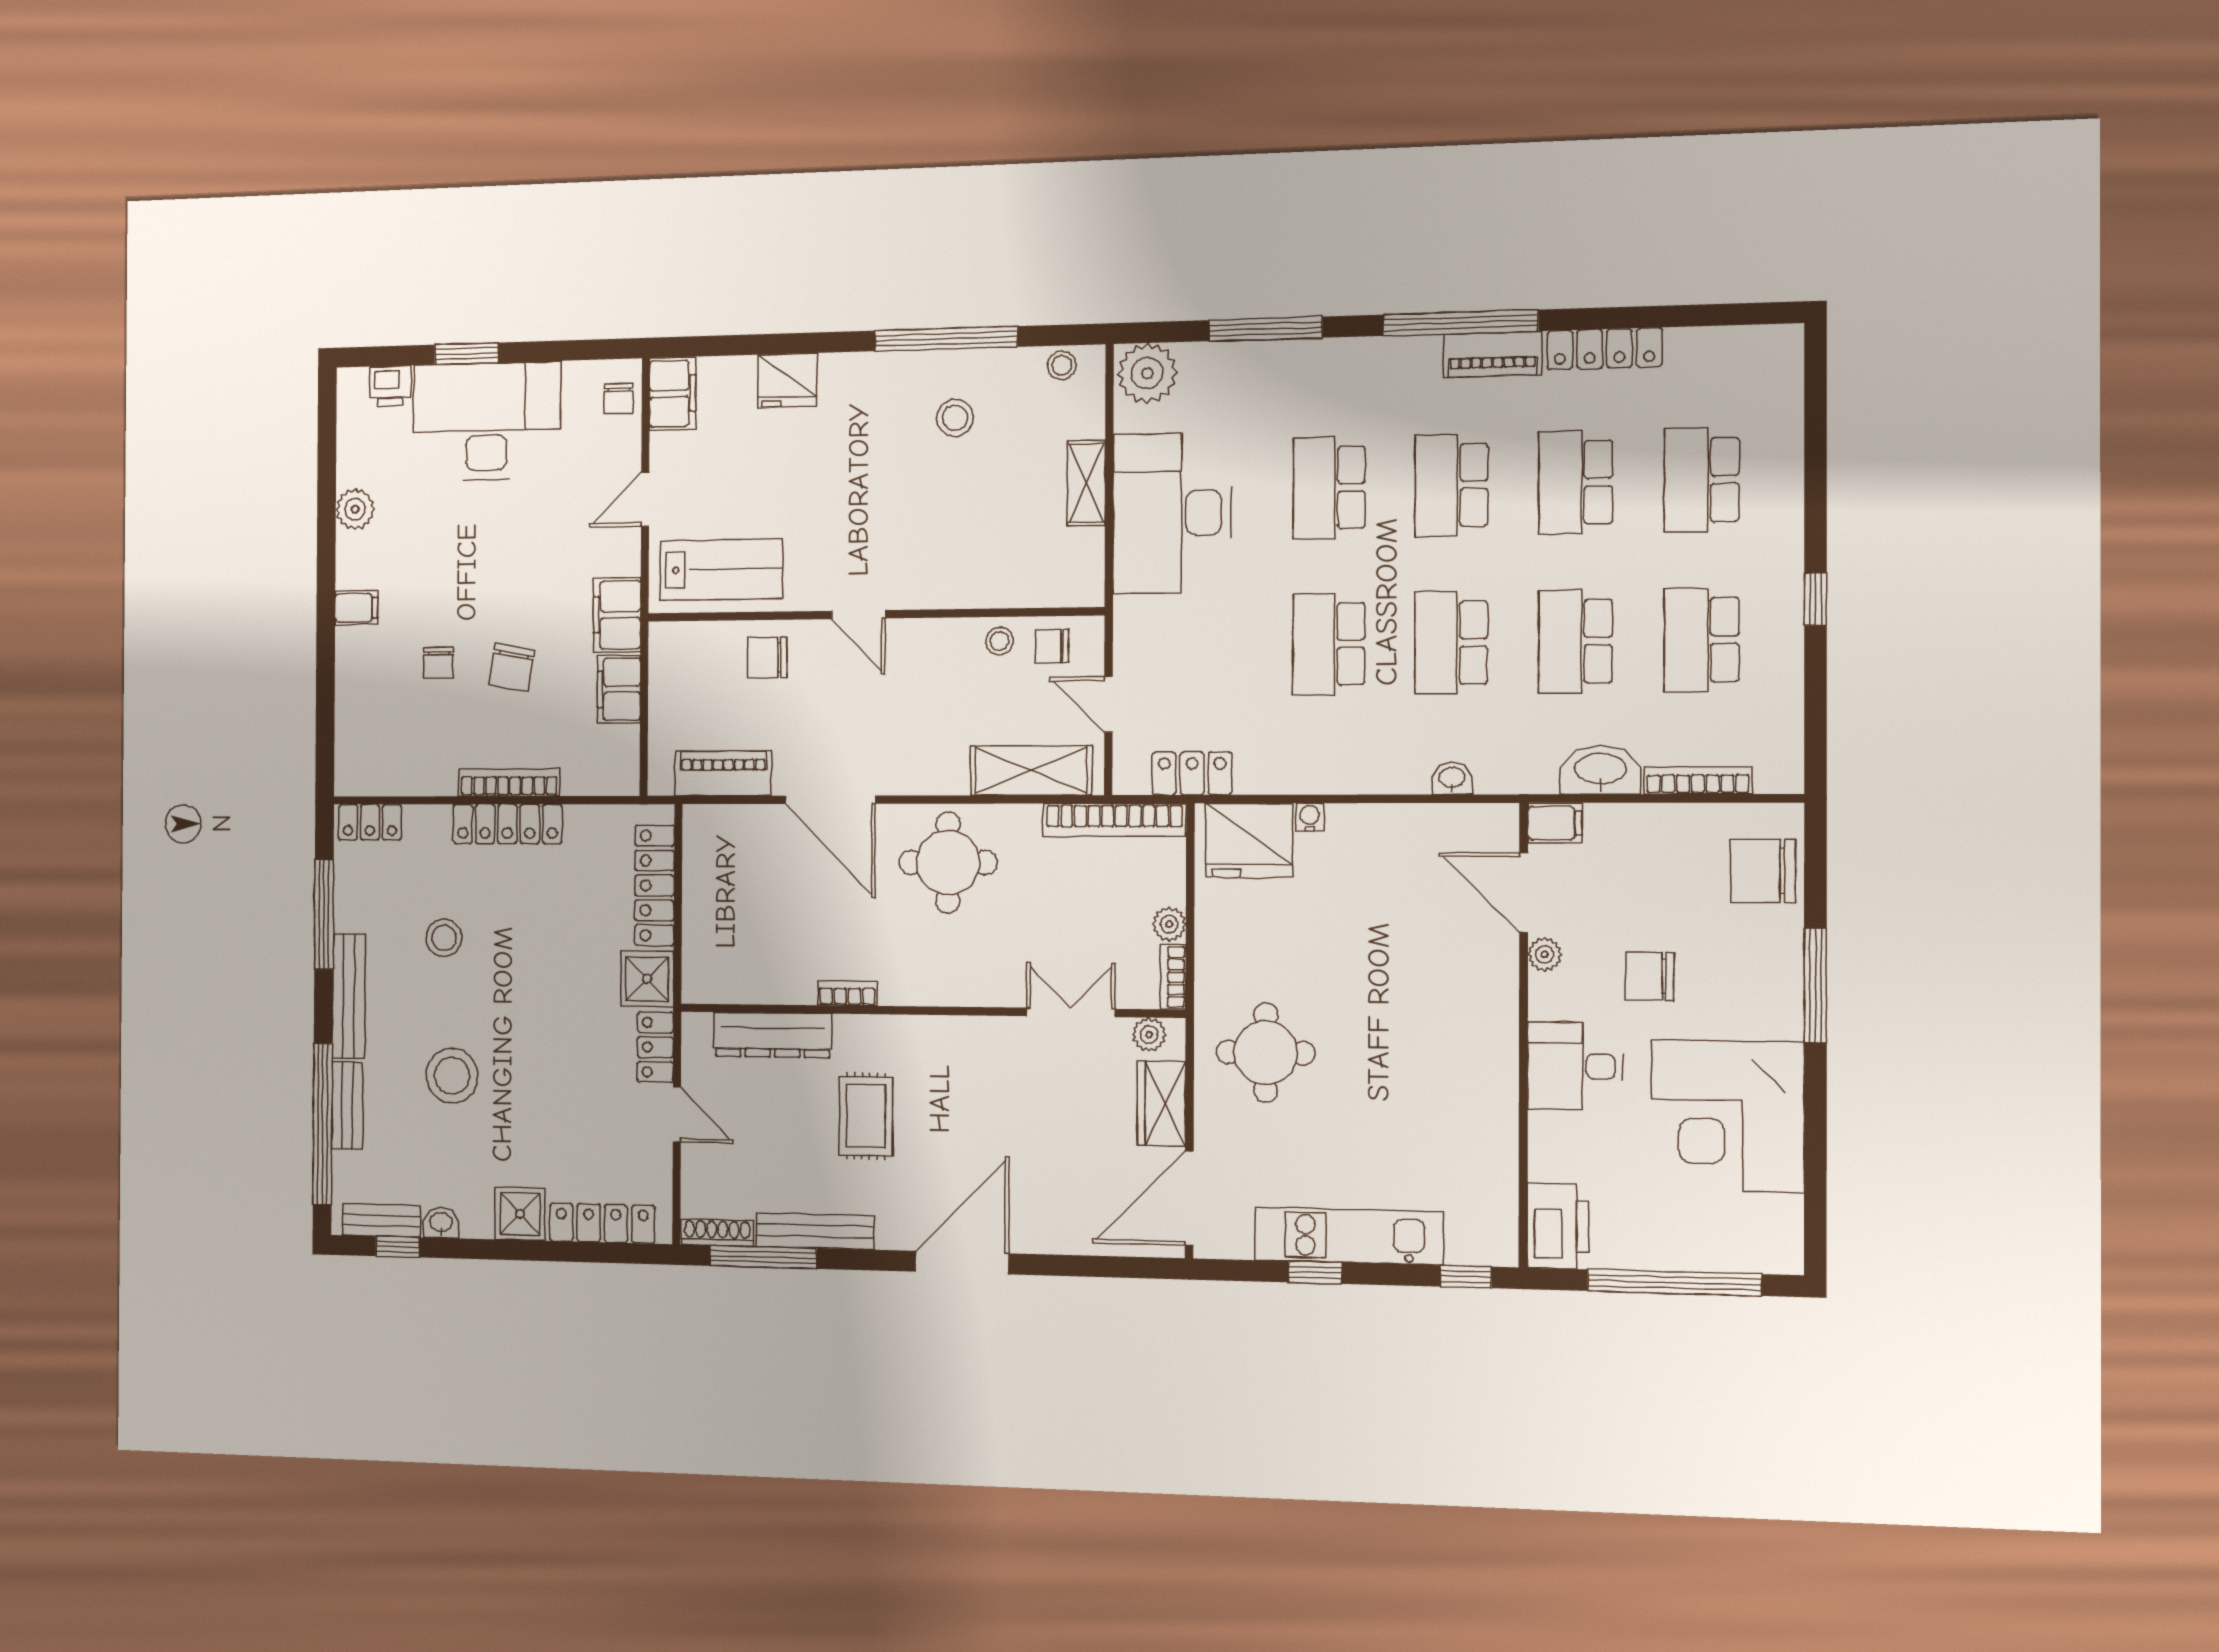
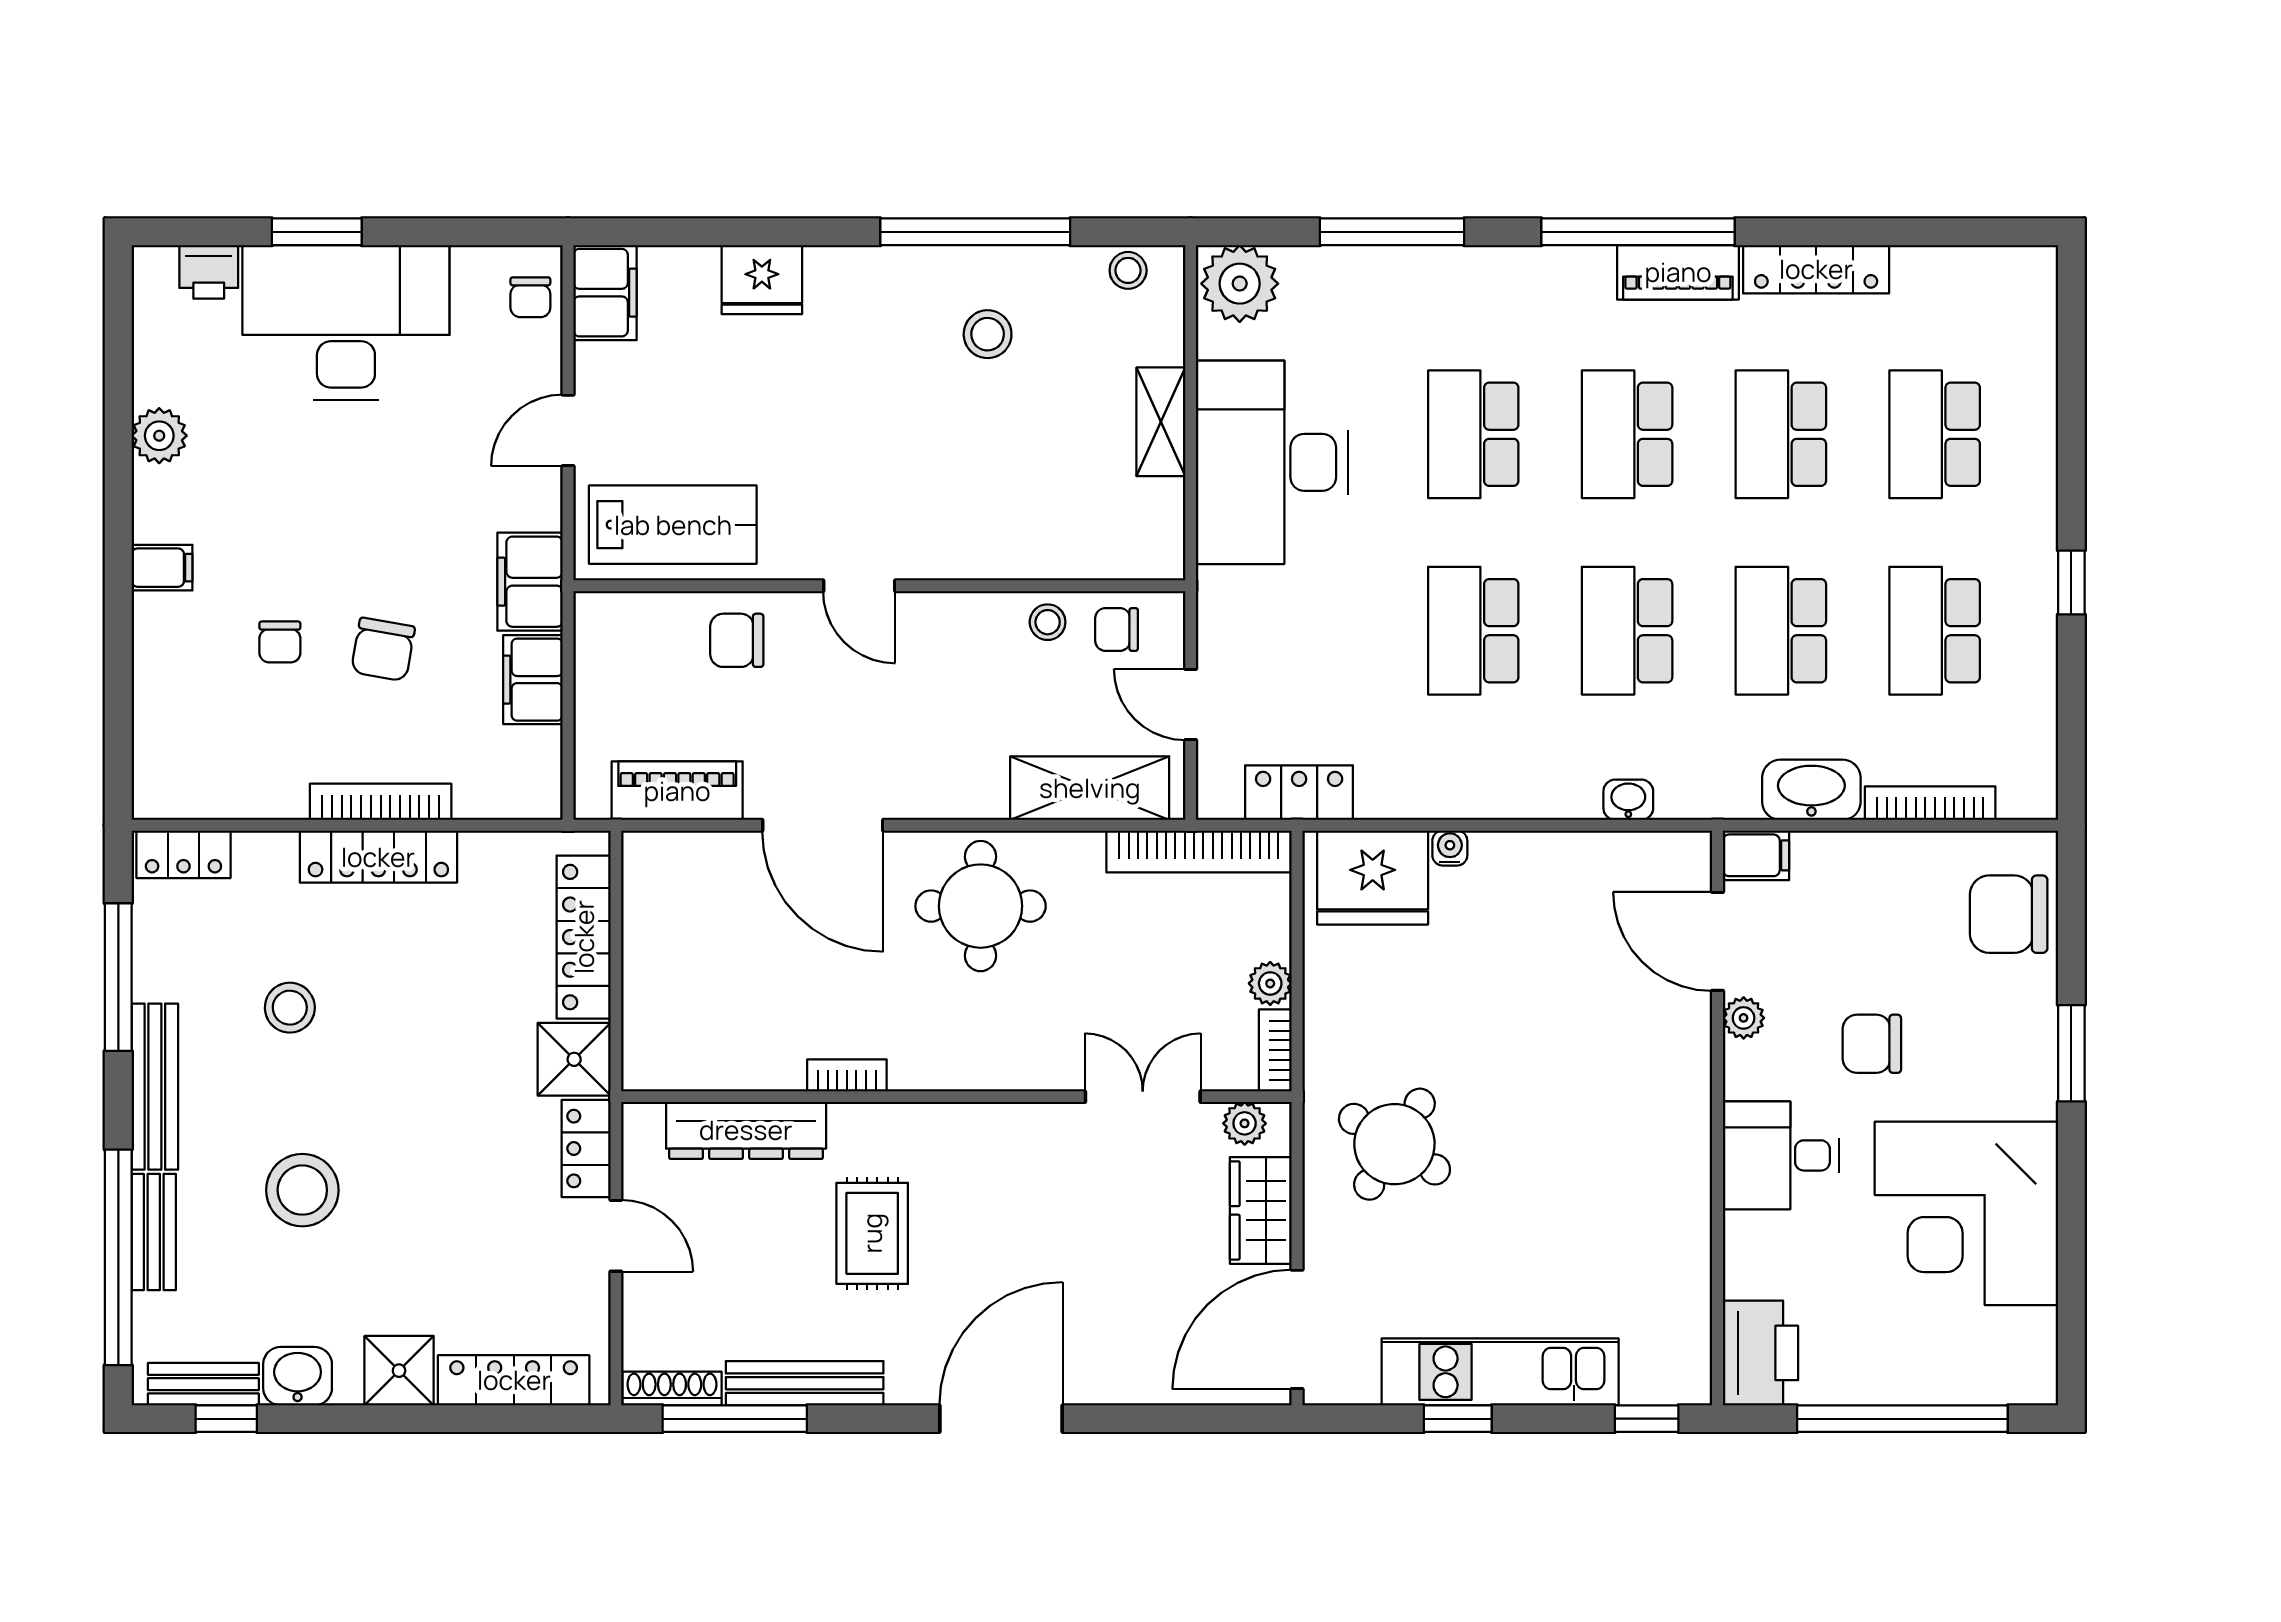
window: (1815, 986) -> (2071, 1053), width x0.69
round table: (1266, 1053) -> (1394, 1144), turned 32
washbasin: (441, 1223) -> (298, 1376), width x1.38, depth x1.45

